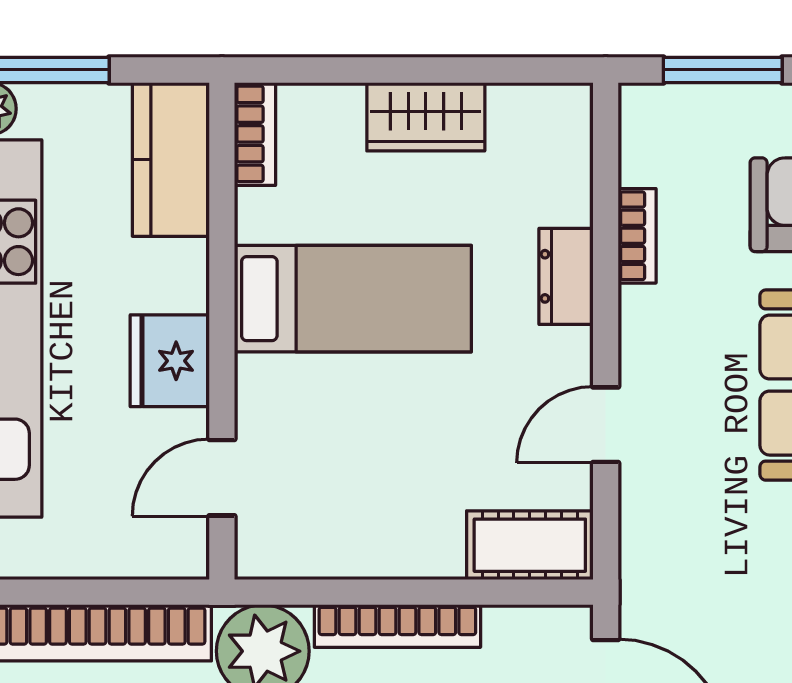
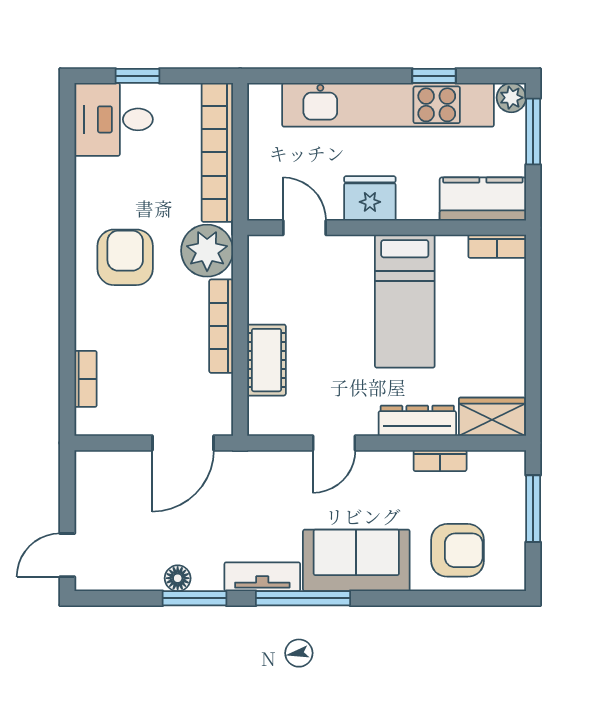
wardrobe: (426, 117) -> (492, 417), moved, turned 90
dresser: (566, 276) -> (417, 421), width x1.44
door: (606, 425) -> (334, 443), swing flipped
cot: (530, 545) -> (266, 360), moved

